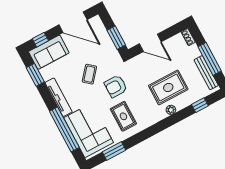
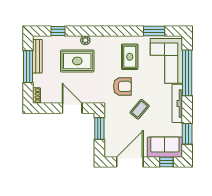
door: (73, 22) -> (130, 162), hinge flipped

